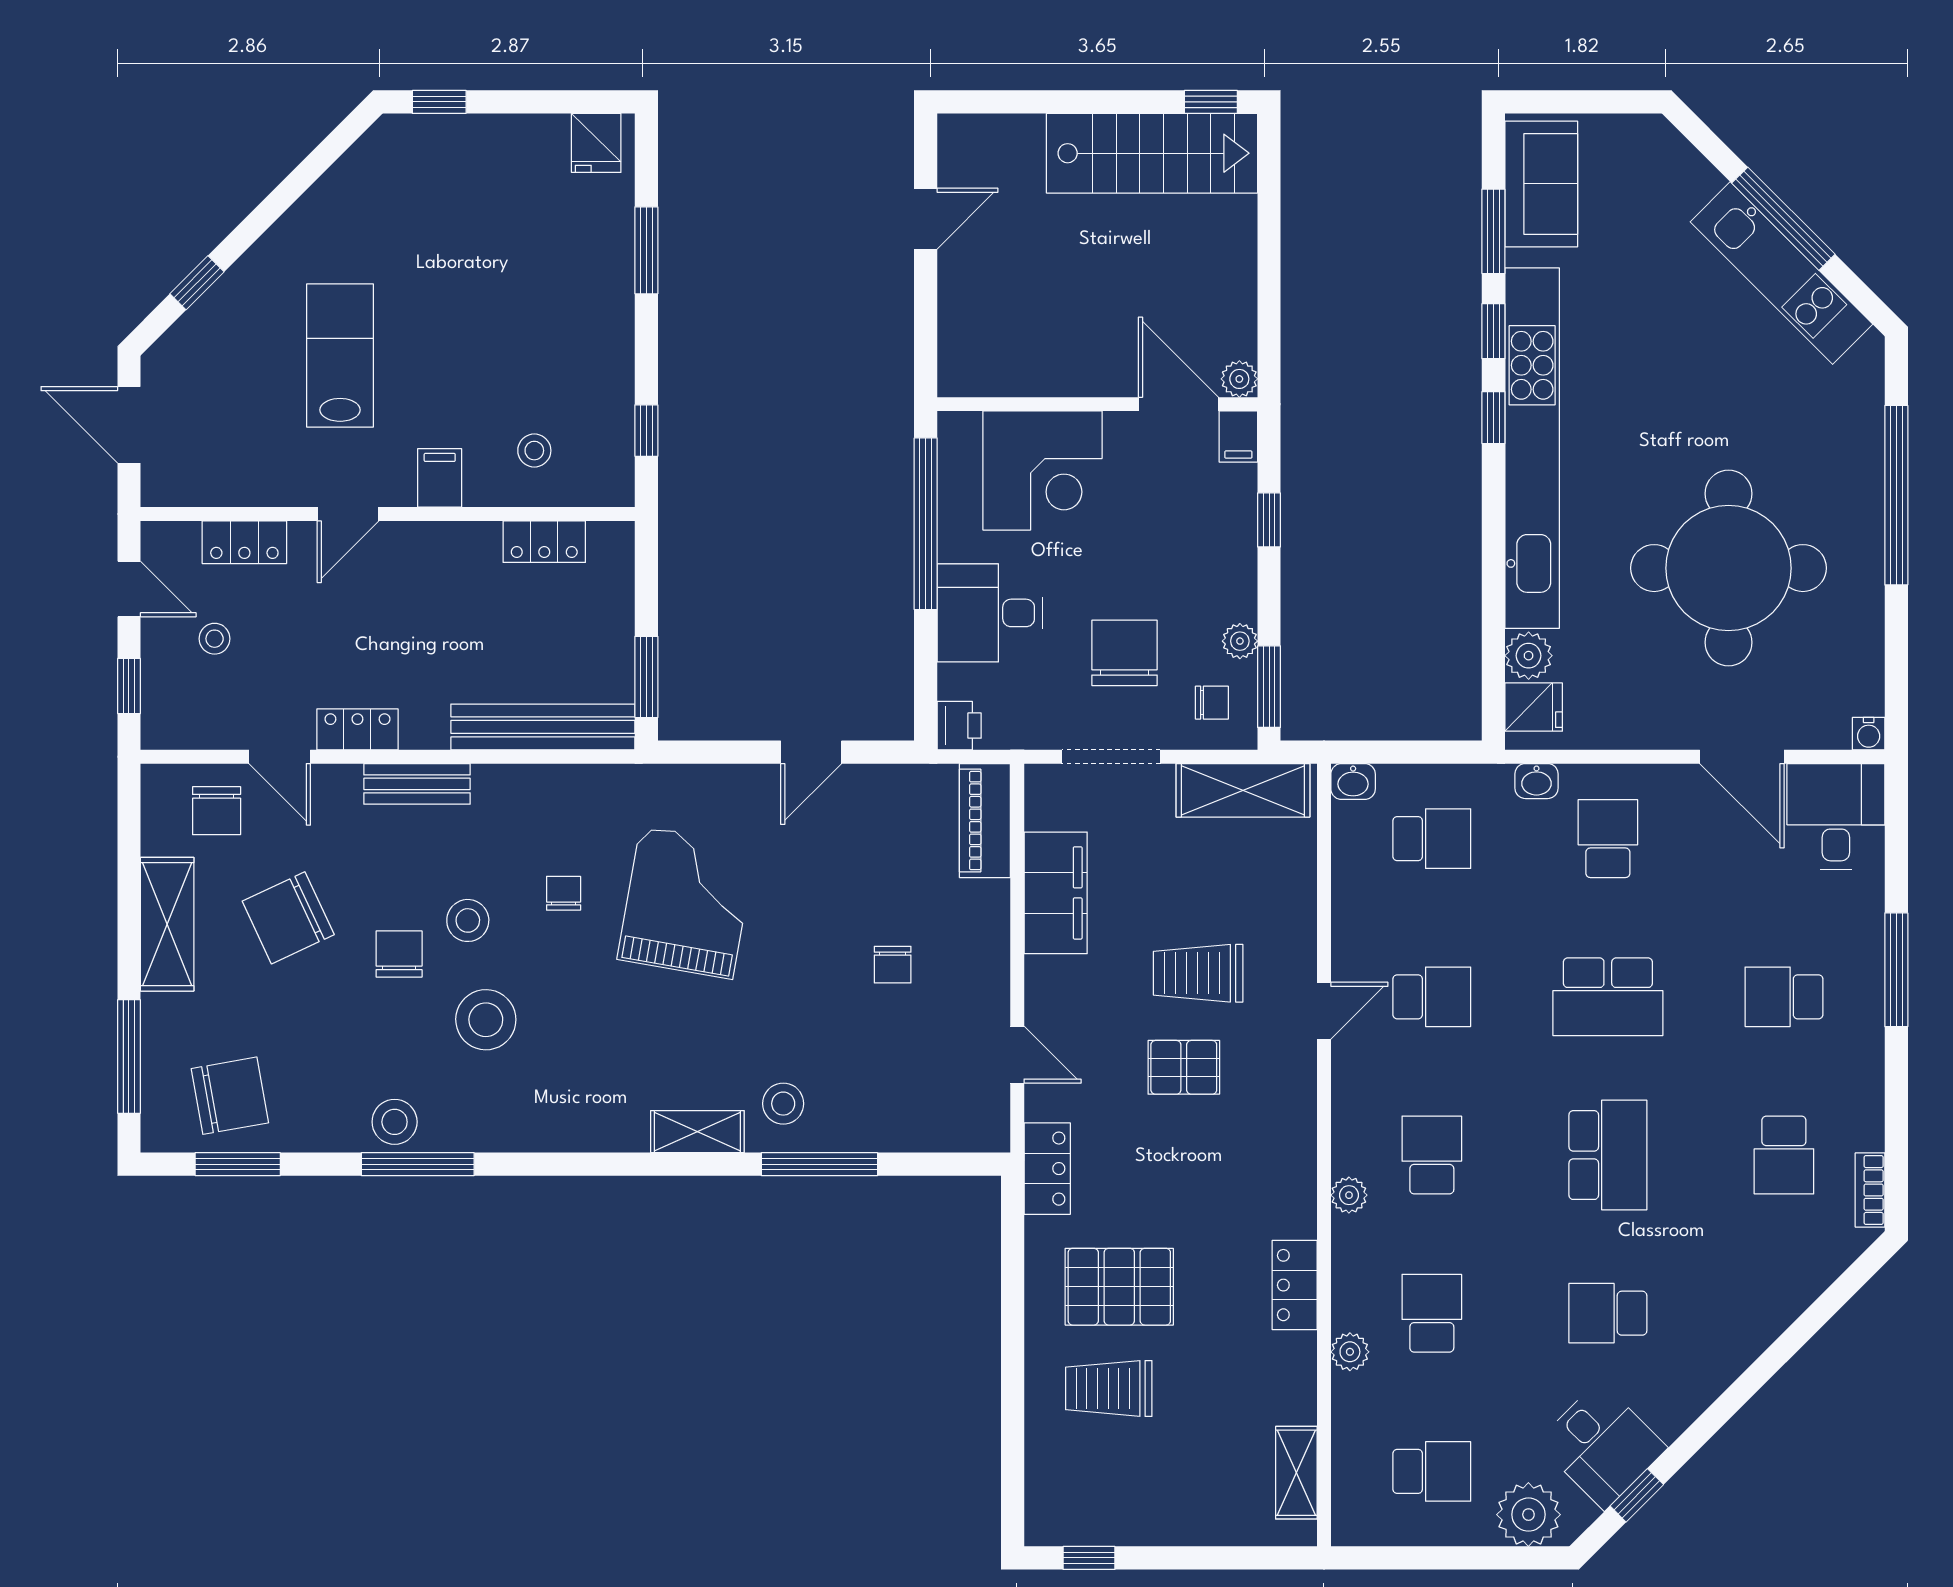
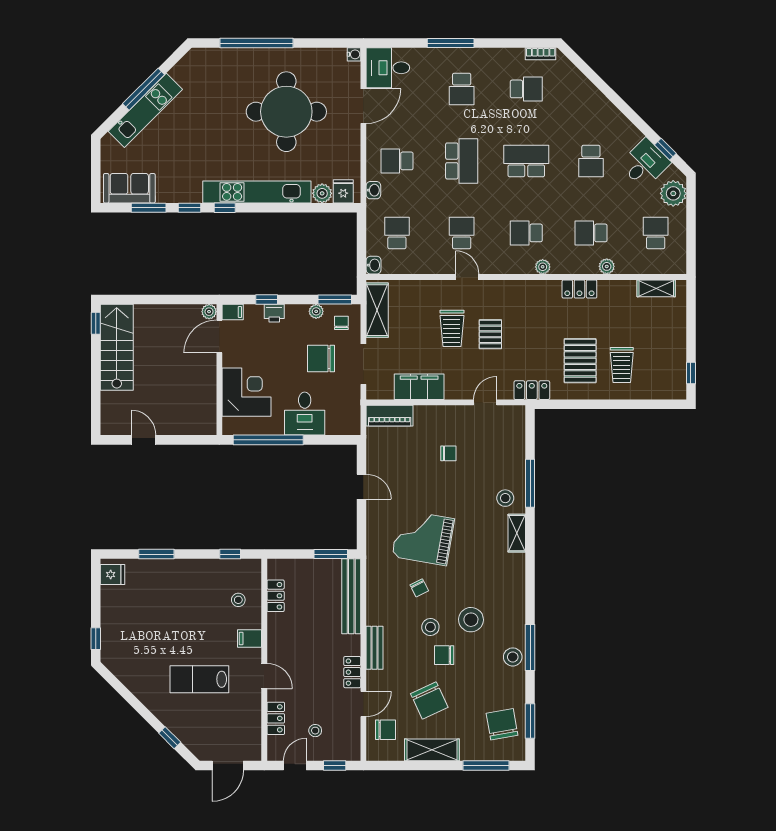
kitchen unit: (1781, 273) -> (145, 110), moved
kitchen unit: (1532, 448) -> (257, 192), width x0.73
printer: (959, 726) -> (274, 313), moved, turned 180
chair: (564, 893) -> (419, 588), turned -117

